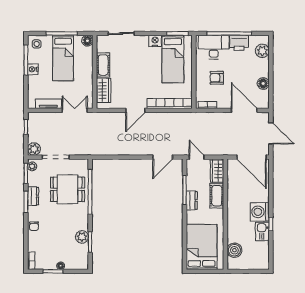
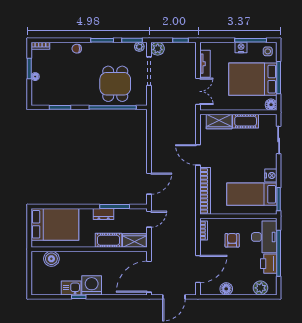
bed: (63, 58) -> (253, 79), width x1.50
door: (163, 157) -> (149, 184), swing flipped
dresser: (33, 196) -> (108, 48), removed
plant: (82, 237) -> (65, 99), removed

